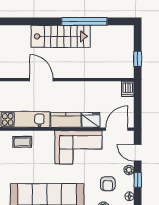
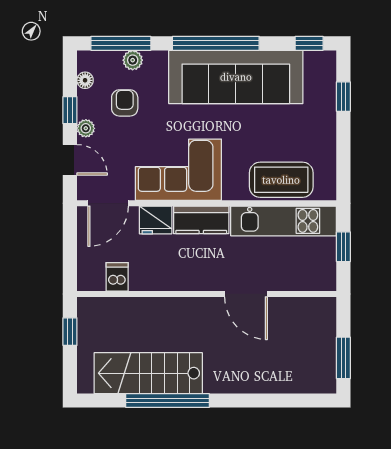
stairs: (61, 36) -> (148, 373), moved
dishwasher: (128, 89) -> (117, 277), moved
coffee table: (22, 142) -> (281, 180), width x1.86, depth x1.72

